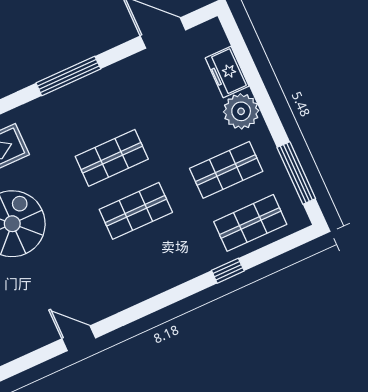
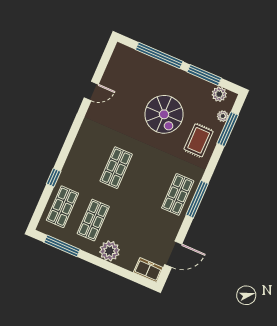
freezer: (227, 72) -> (148, 270), moved
shop shelf: (112, 158) -> (178, 194), moved

